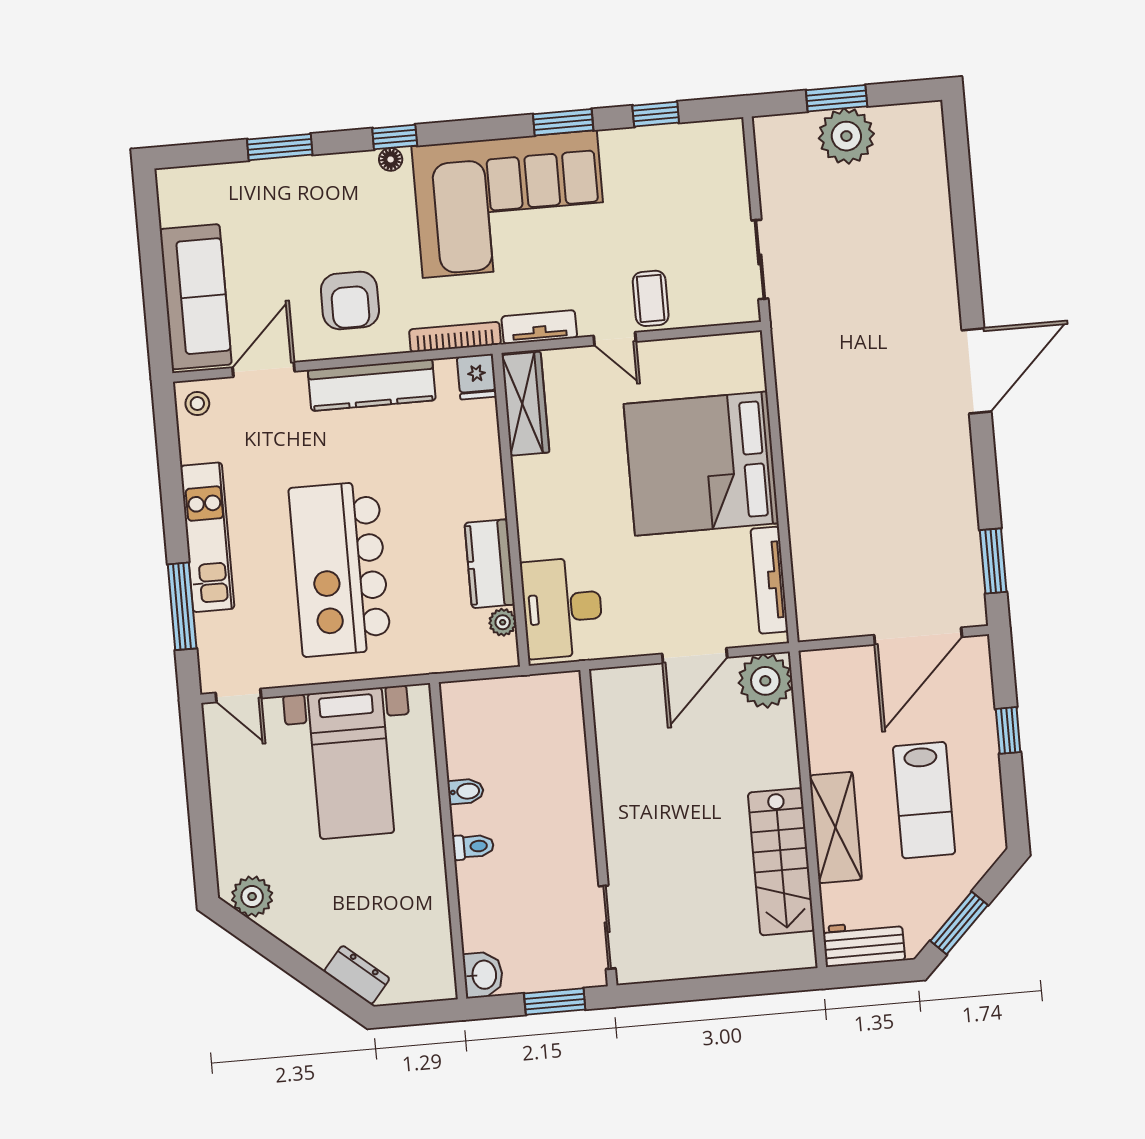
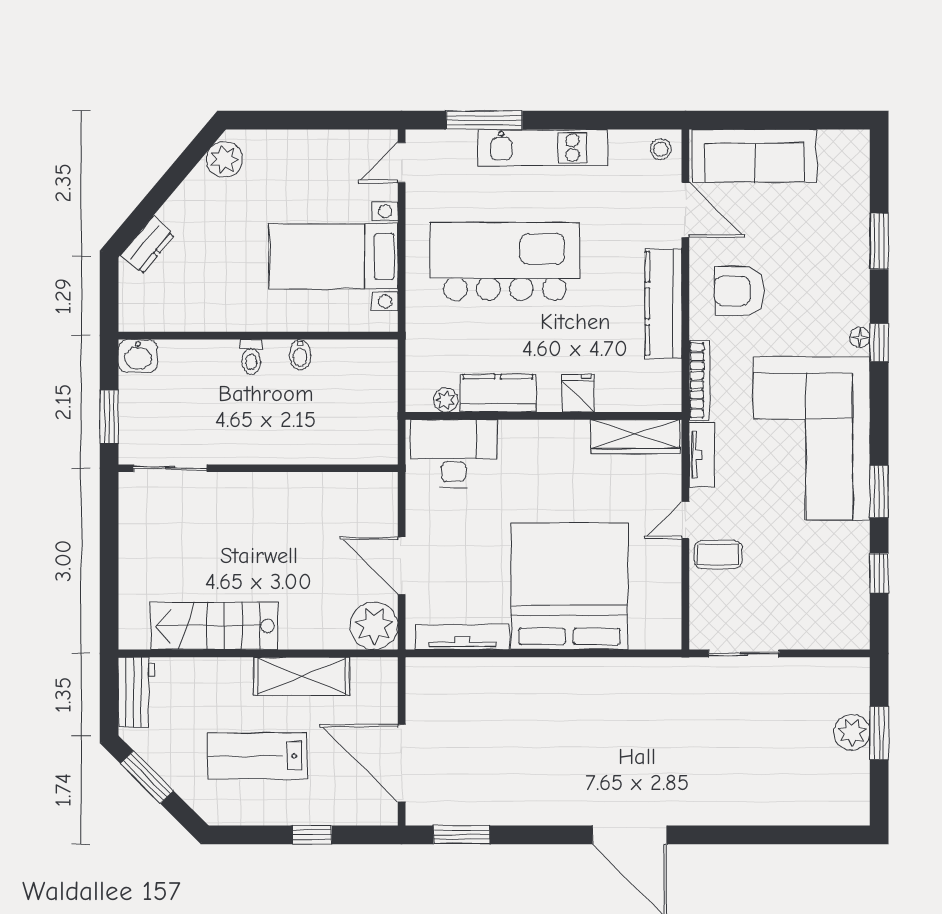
plant: (846, 136) -> (852, 732), width x0.73, depth x0.73
fridge: (477, 377) -> (578, 393), moved, turned 90
shelving: (836, 828) -> (302, 676), moved

